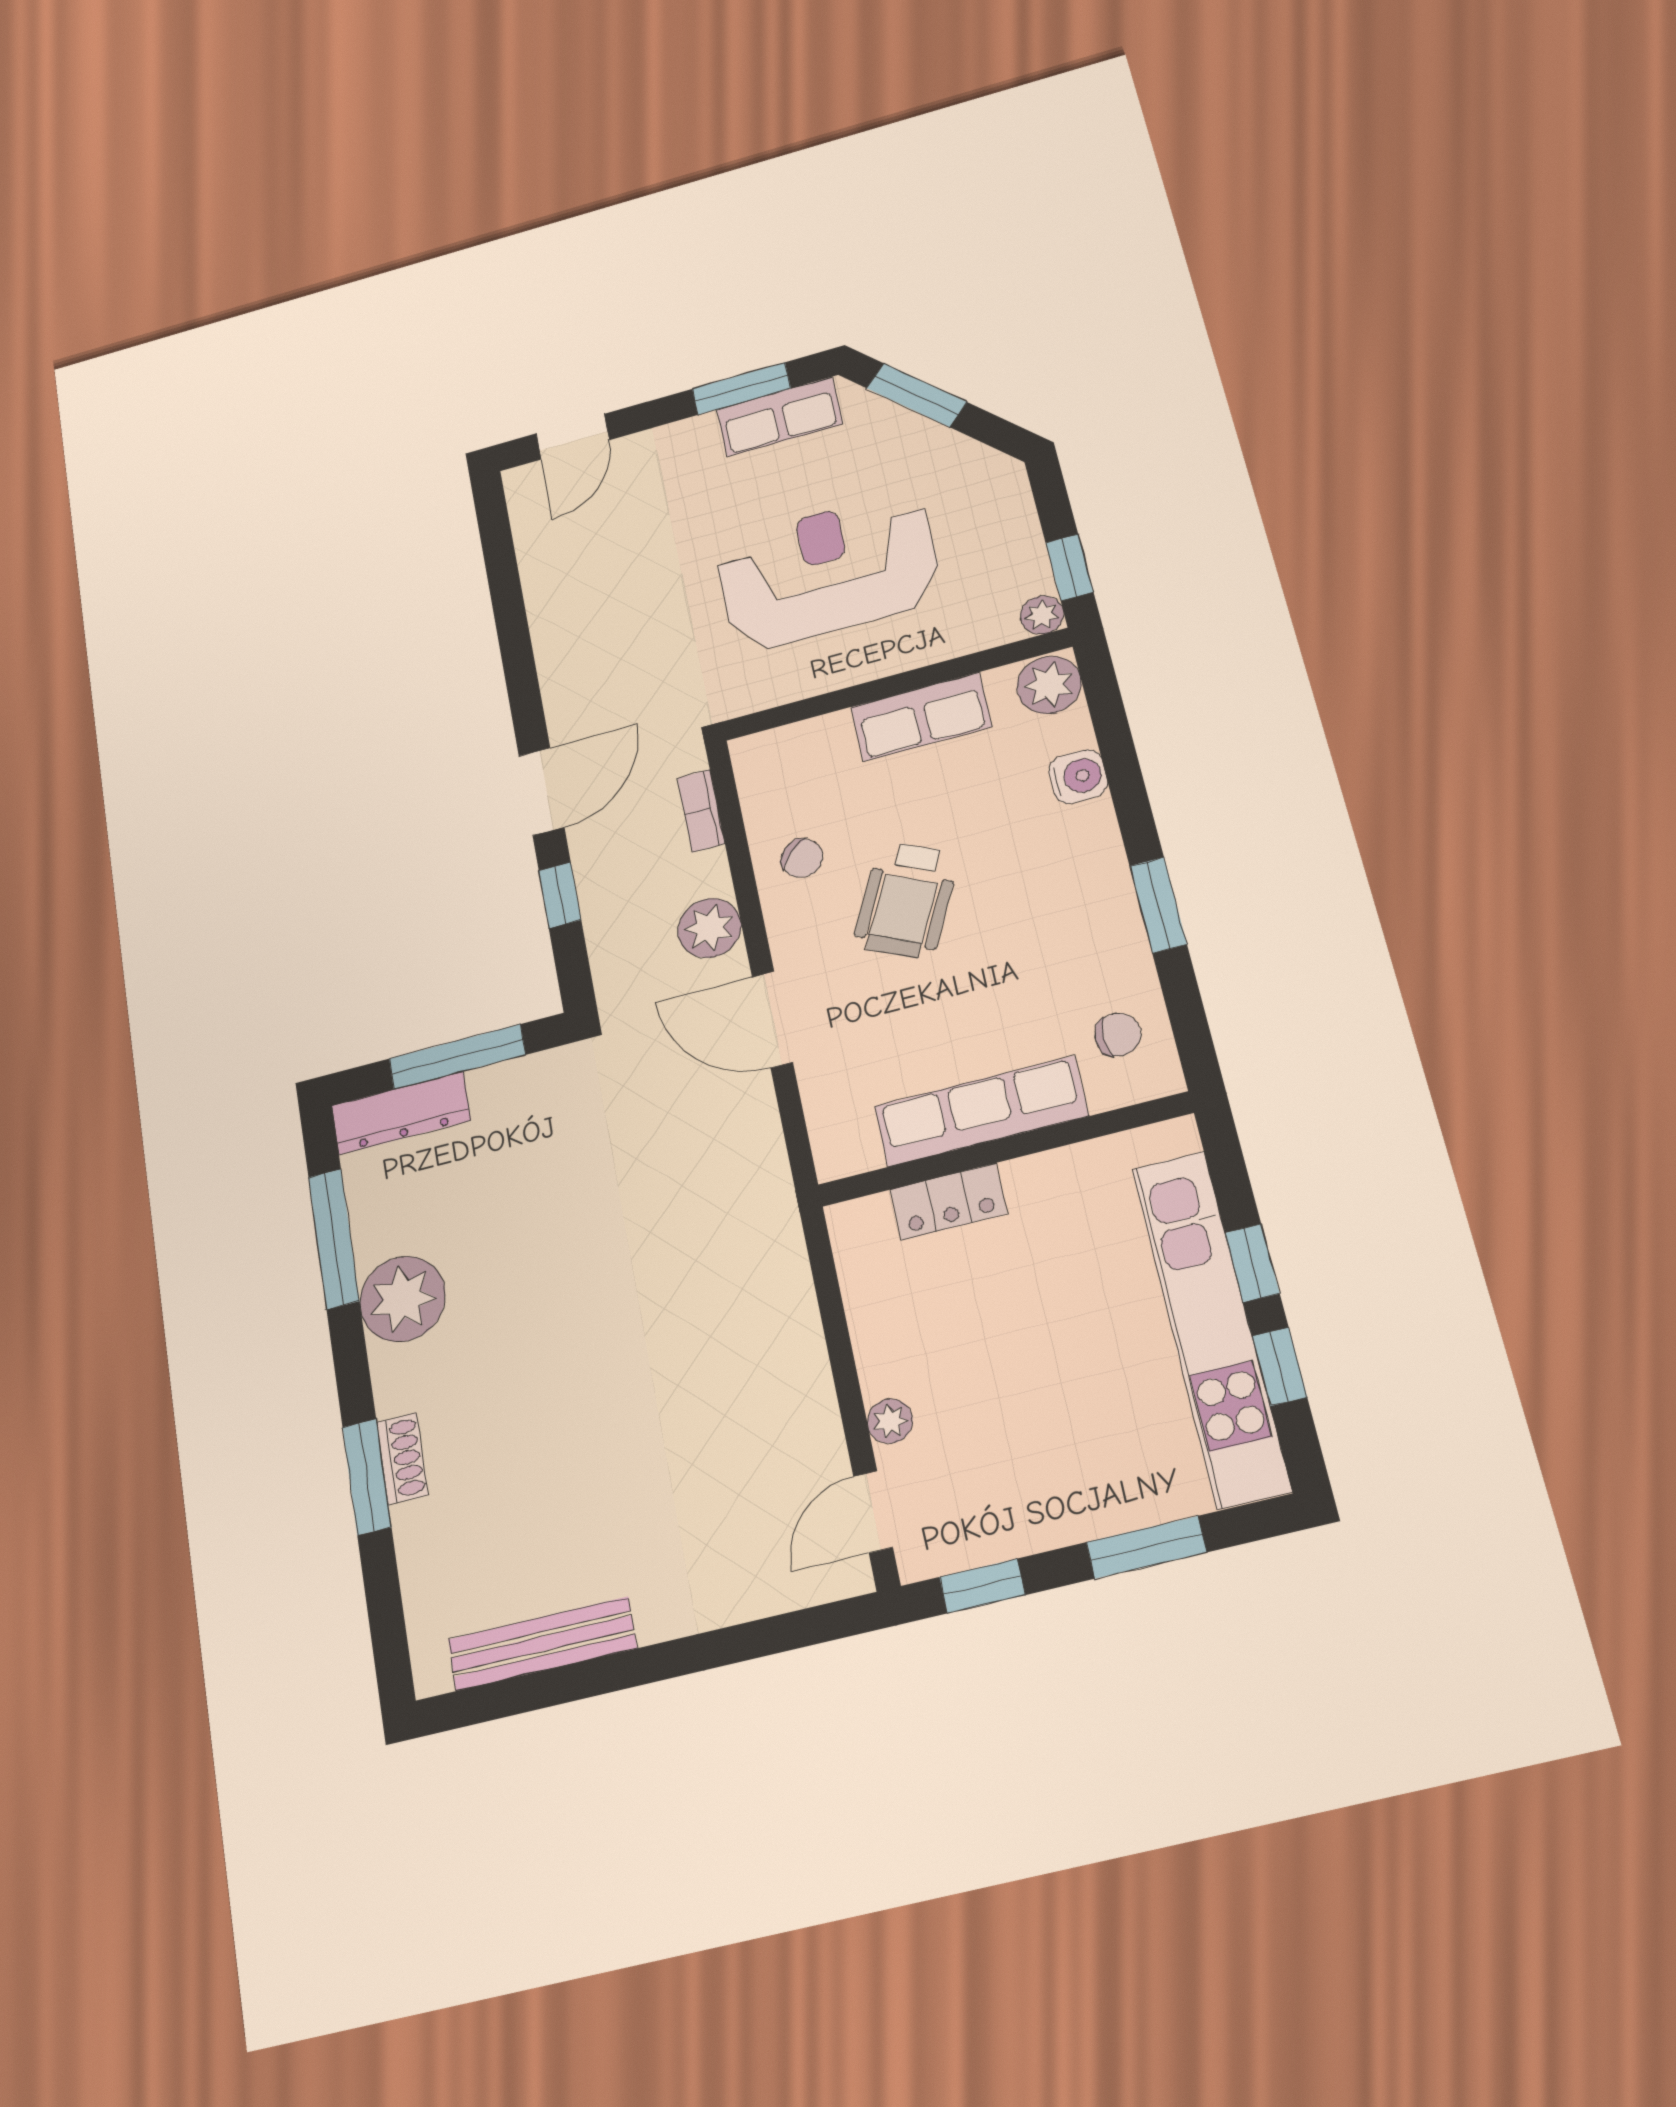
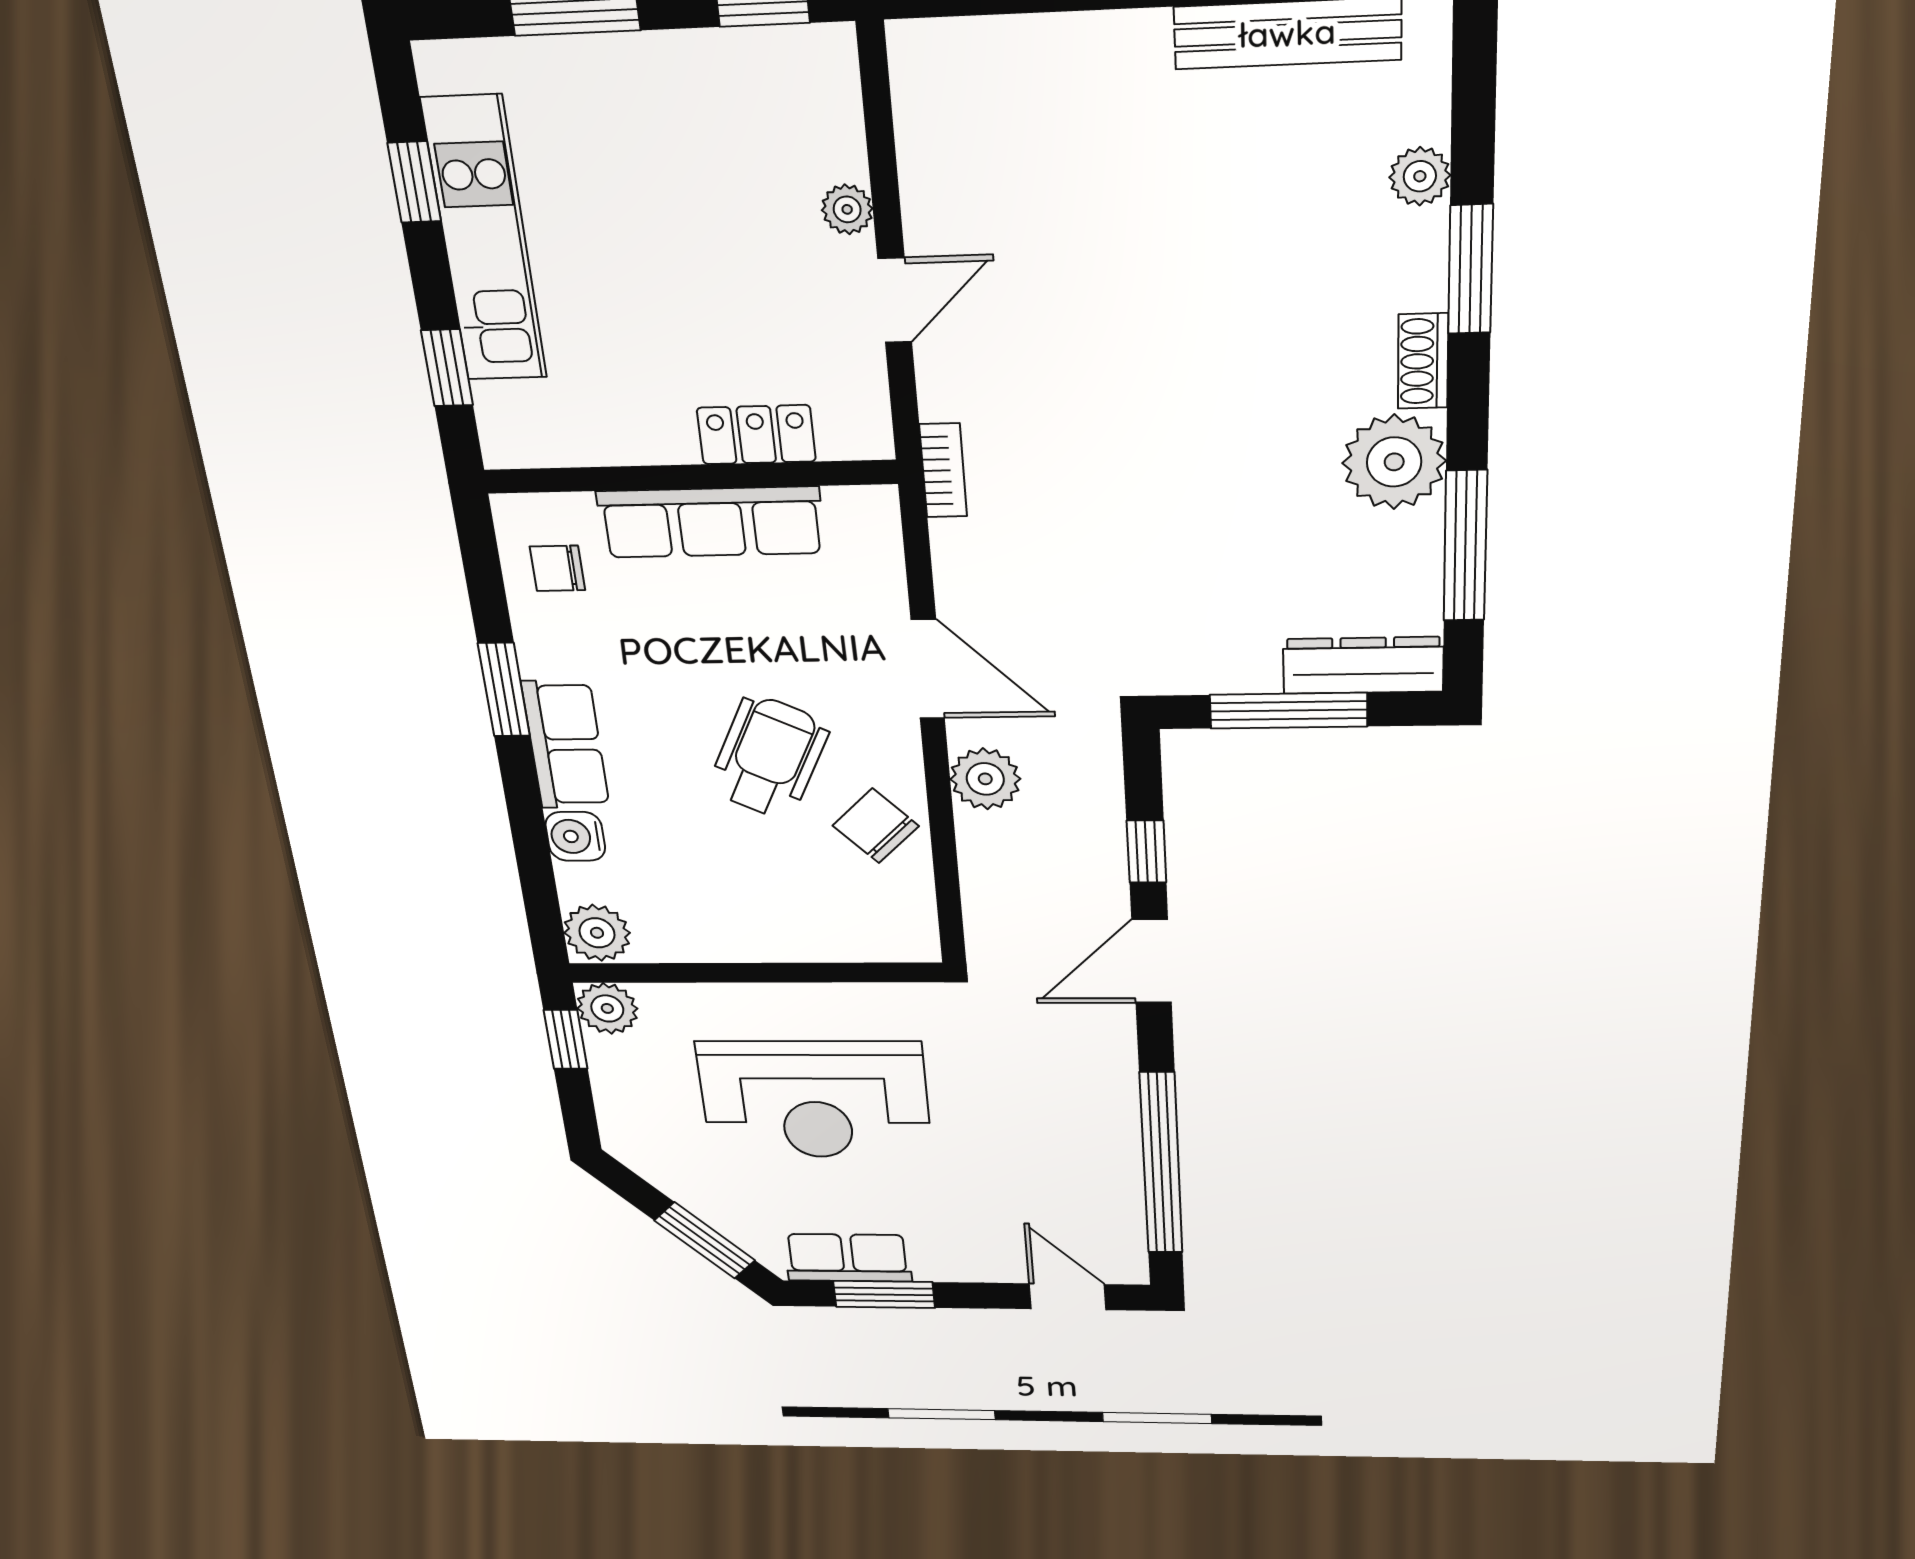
door: (573, 437) -> (1068, 1297), hinge flipped
window: (507, 596) -> (1161, 1164), added
plant: (1042, 615) -> (607, 1008), width x1.38, depth x1.38
row of seats: (921, 717) -> (566, 745), moved, turned 90
bookcase: (701, 811) -> (943, 470), moved
chair: (802, 858) -> (876, 826), width x1.37, depth x1.37
window: (1252, 1263) -> (447, 368), moved
kitchen unit: (1210, 1327) -> (485, 240), width x0.73
shoe rack: (402, 1459) -> (1423, 361), moved
door: (873, 1512) -> (895, 300), moved
plant: (419, 1546) -> (1420, 176), added

